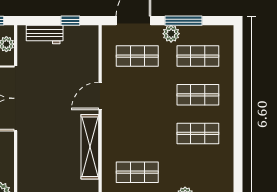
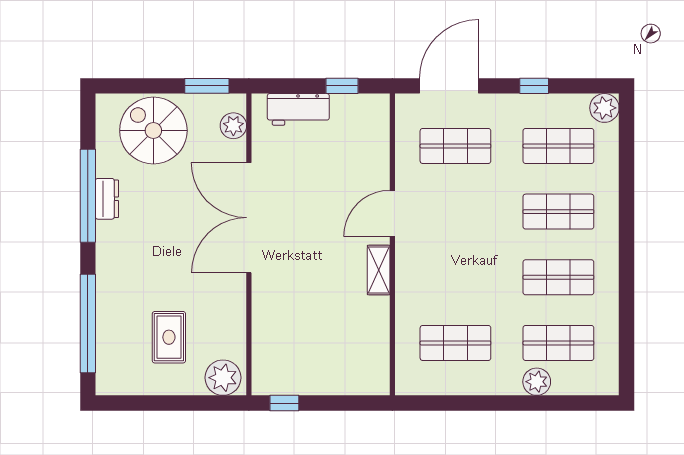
window: (184, 21) -> (534, 86), width x0.46
plant: (171, 34) -> (604, 108), moved
shelving: (90, 147) -> (379, 270), width x0.45, depth x0.75
shop shelf: (198, 172) -> (558, 343), added

